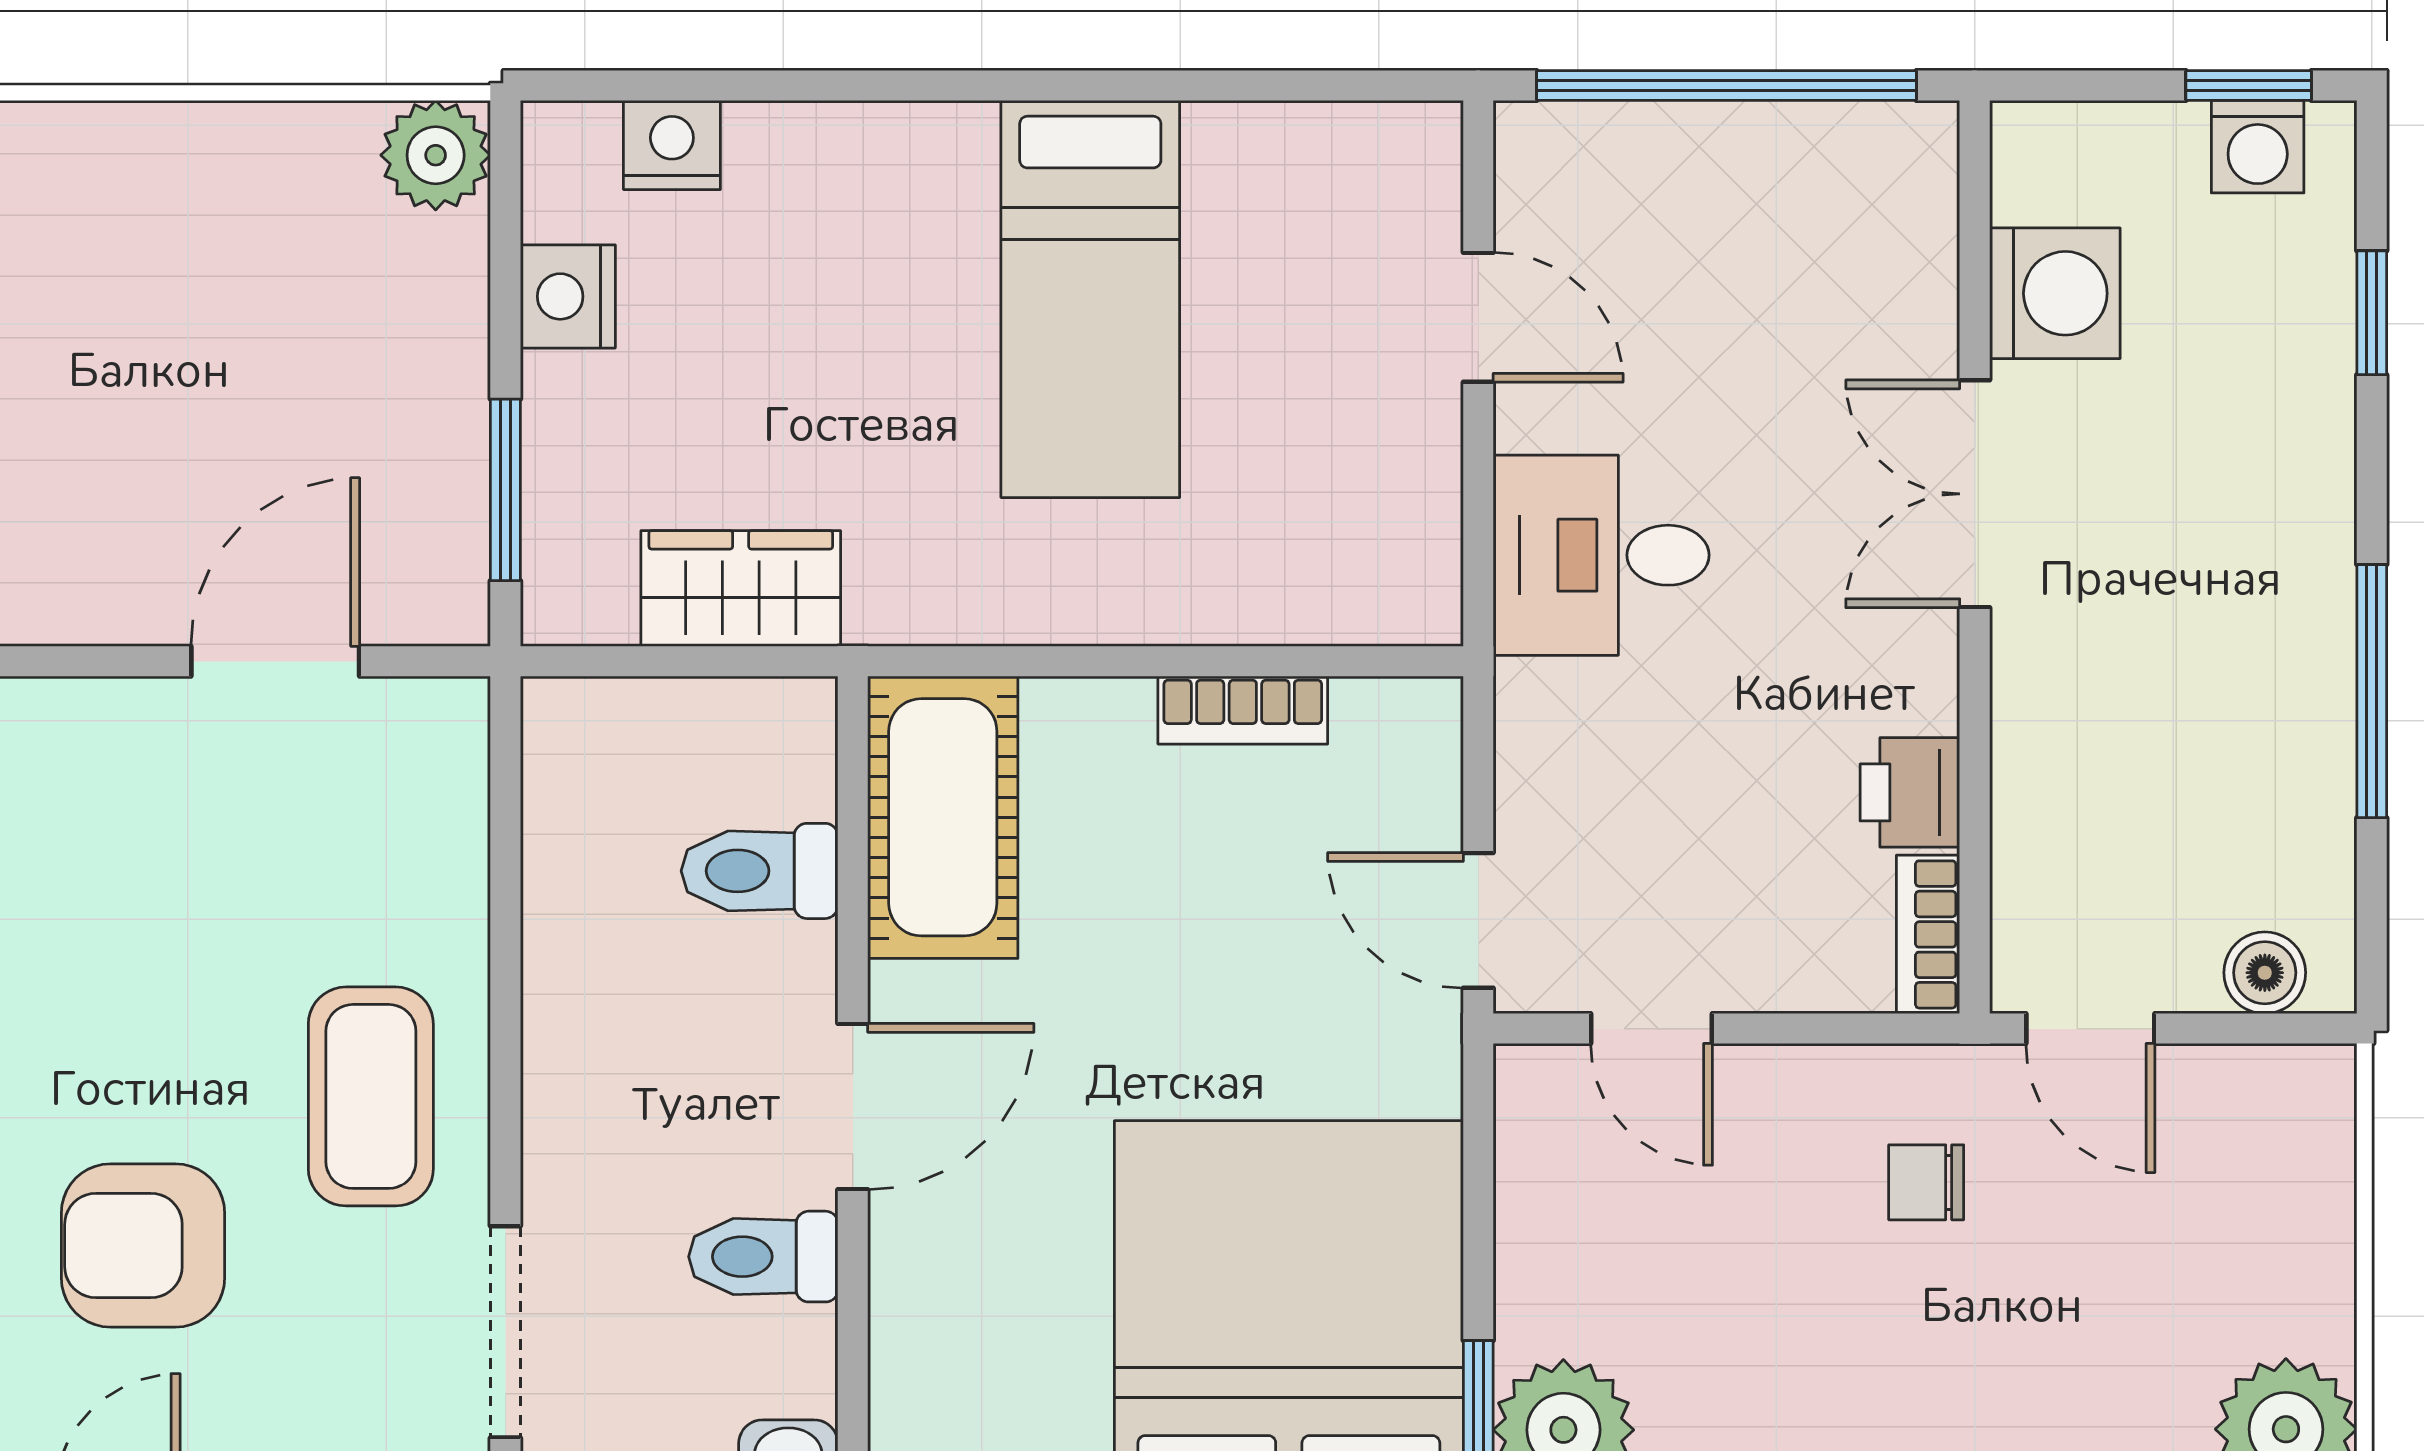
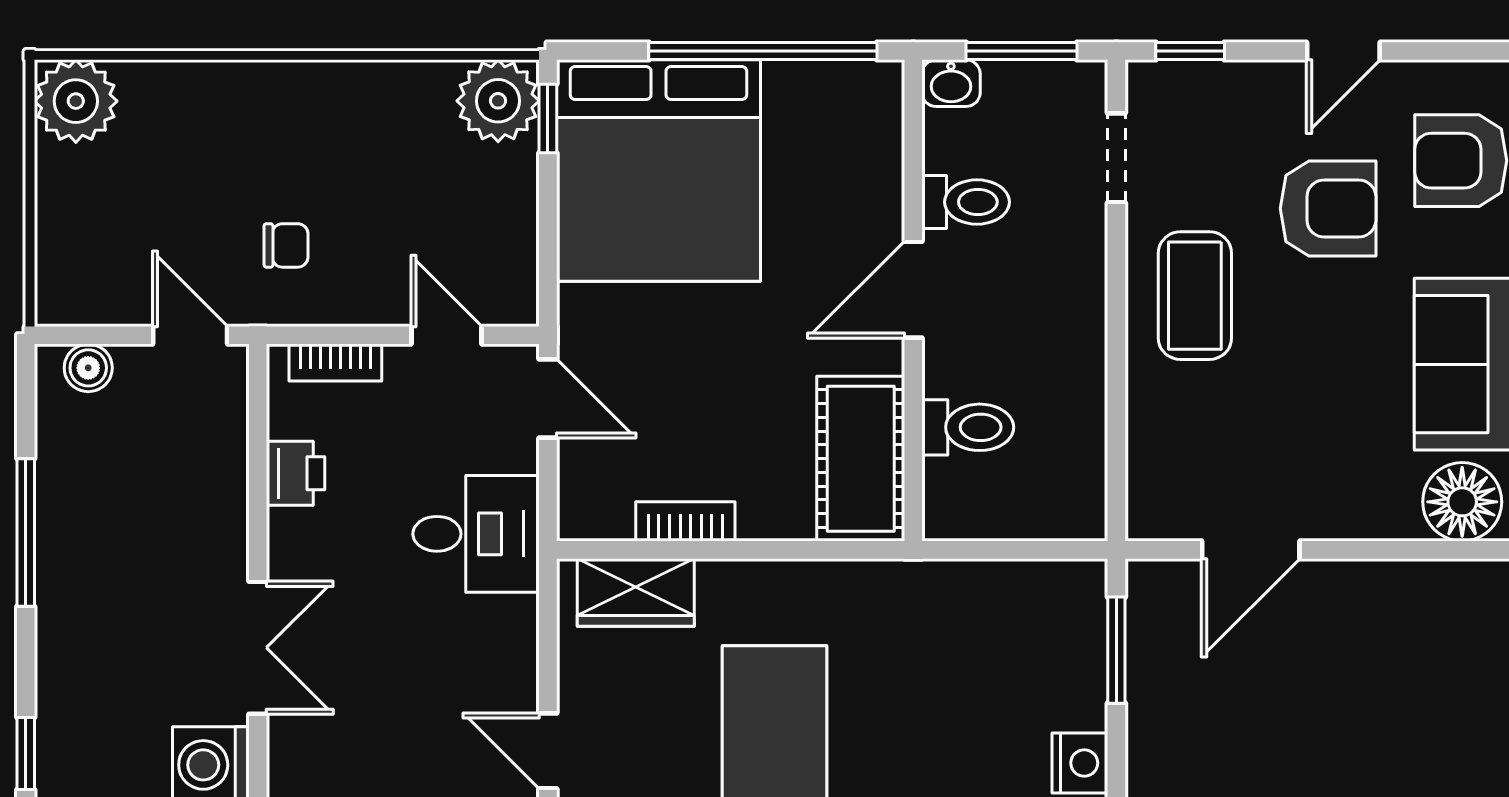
desk: (1601, 555) -> (476, 534), moved
wardrobe: (741, 588) -> (636, 592), moved
bookcase: (1928, 934) -> (335, 362), moved, turned 90
doorway: (505, 1332) -> (1116, 158), width x0.73

